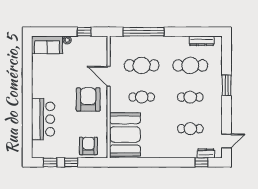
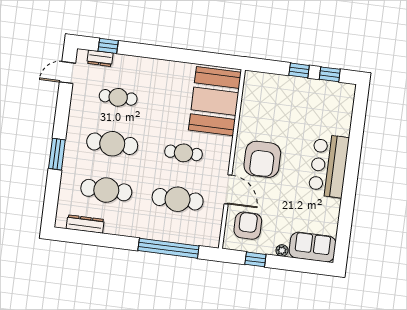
cafe table: (190, 97) -> (112, 144), width x1.37, depth x1.35
bar counter: (43, 119) -> (329, 166), moved
armchair: (88, 146) -> (248, 226), moved, turned 180

